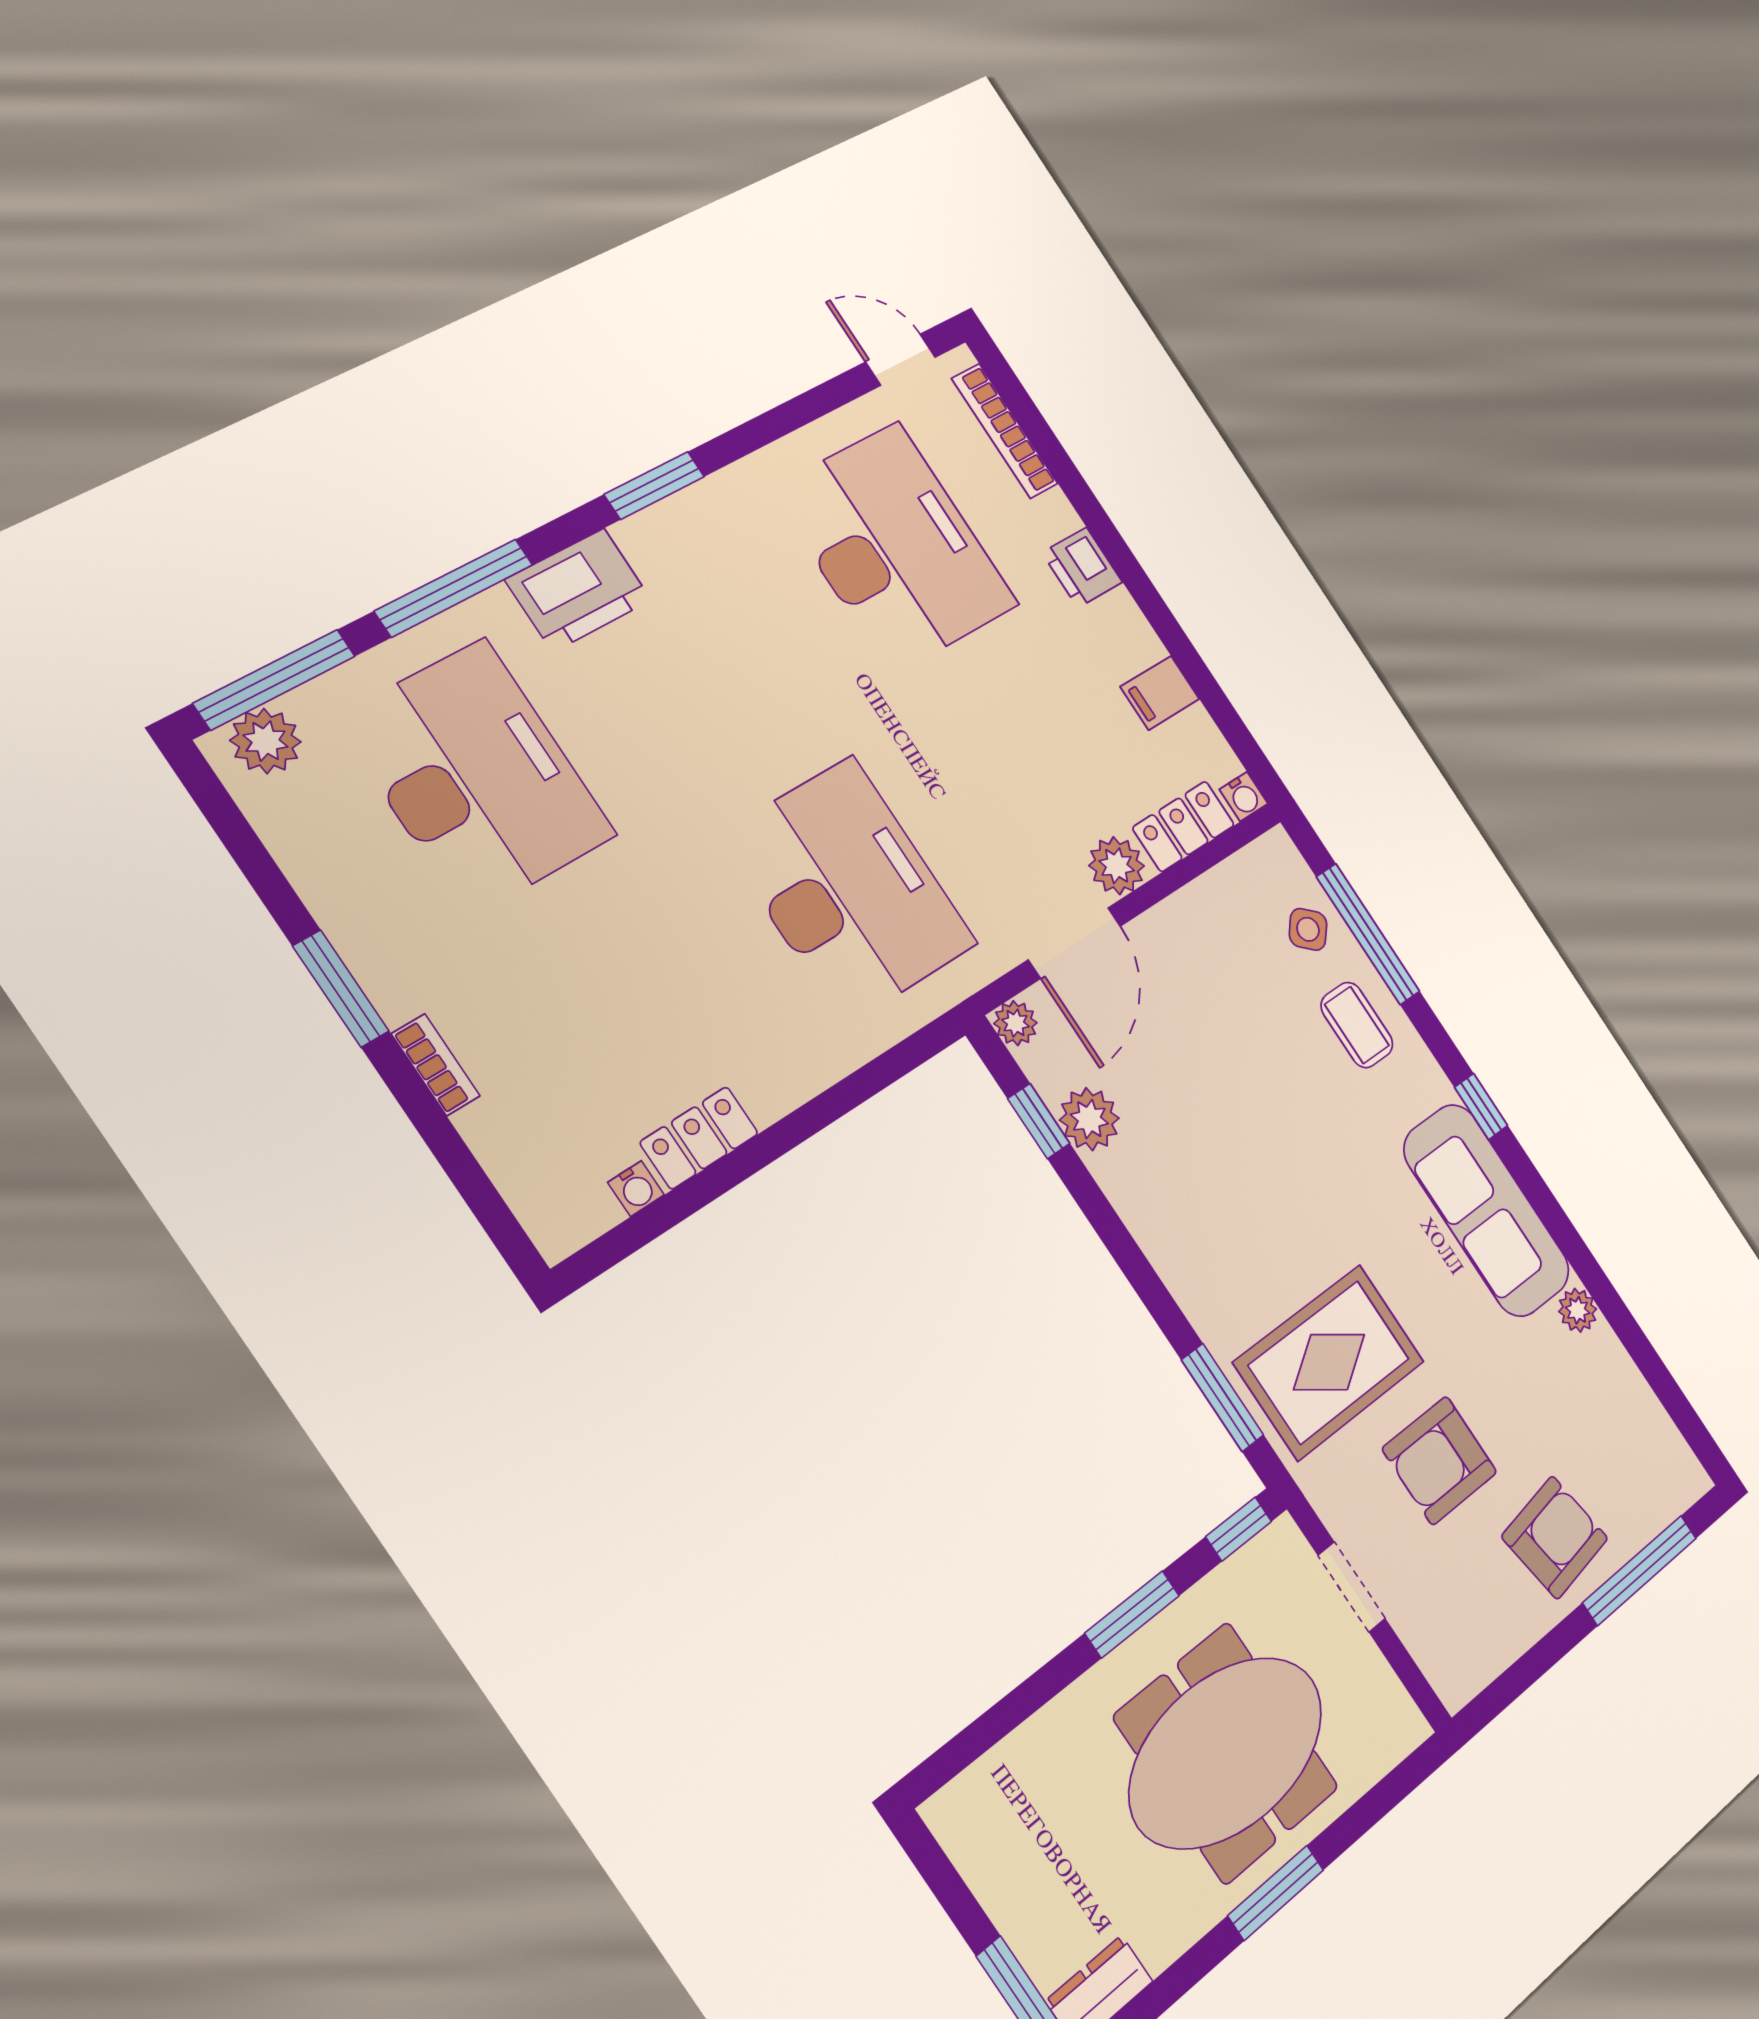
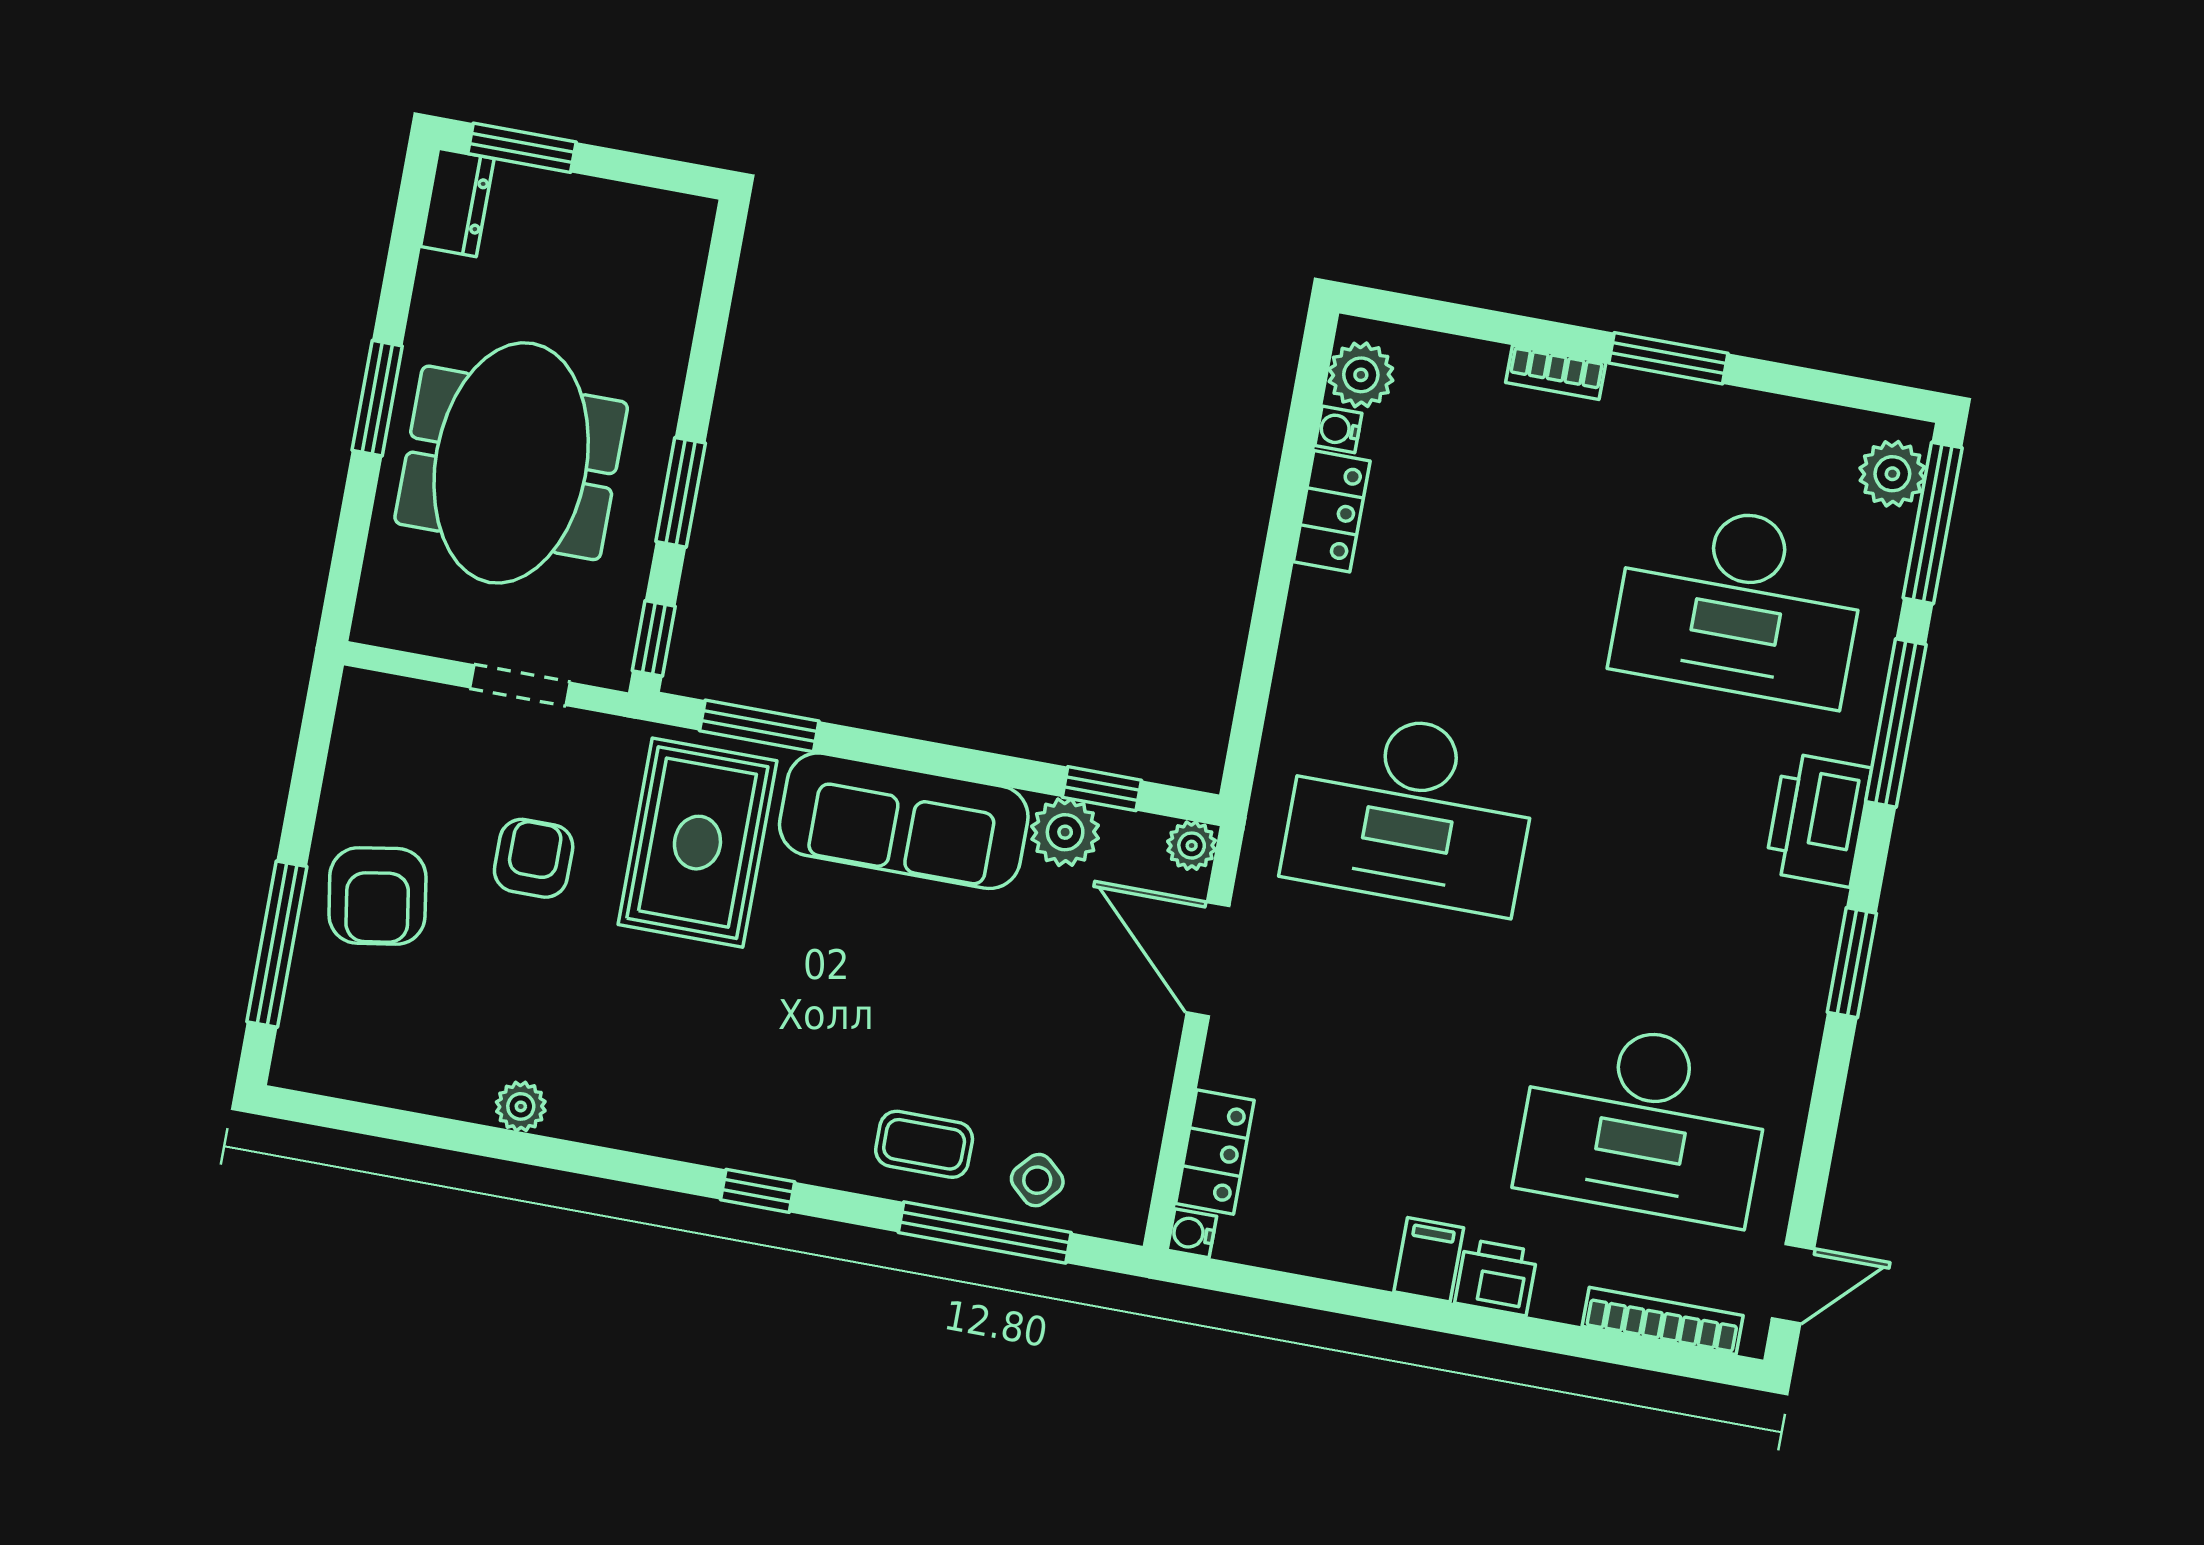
filing cabinet: (1160, 693) -> (1429, 1260), moved
plant: (1117, 866) -> (1361, 375), moved
sofa: (1487, 1210) -> (904, 821), moved, turned 180
armchair: (1440, 1460) -> (534, 858), width x0.72, depth x0.72

